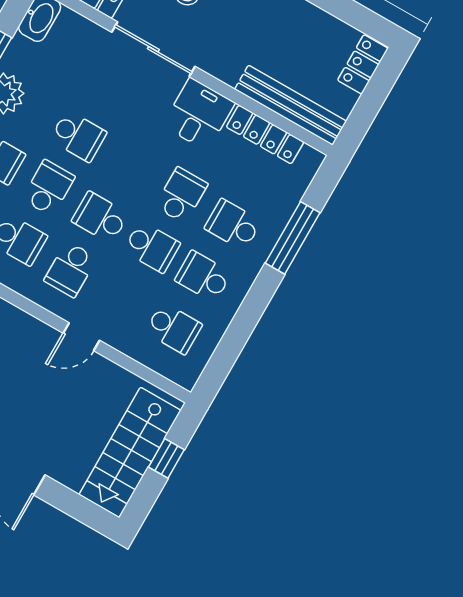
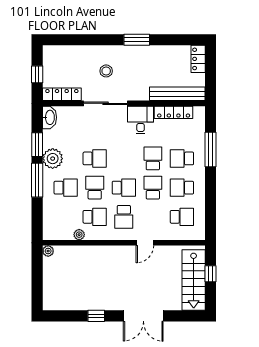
school desk: (100, 217) -> (124, 188), turned 180
school desk: (152, 247) -> (153, 188), turned -90

